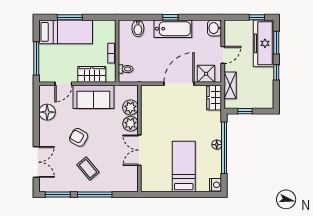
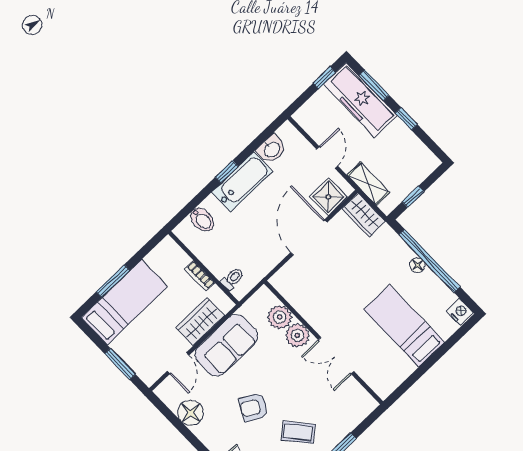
washbasin: (215, 28) -> (272, 149), moved, turned -90
window: (36, 58) -> (120, 364), width x0.69

